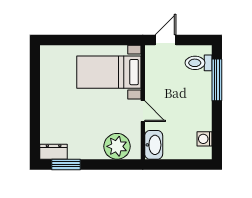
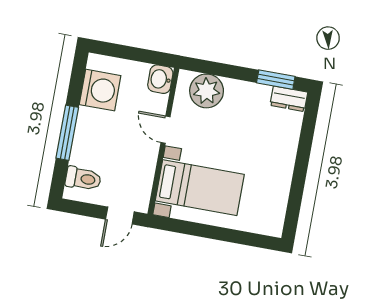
window: (217, 80) -> (67, 133), moved
washing machine: (204, 139) -> (100, 90), width x1.89, depth x1.89
washbasin: (154, 145) -> (160, 79), width x0.72

